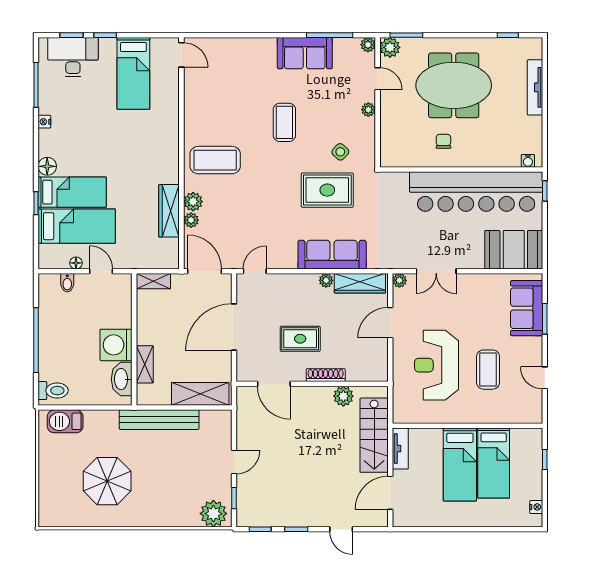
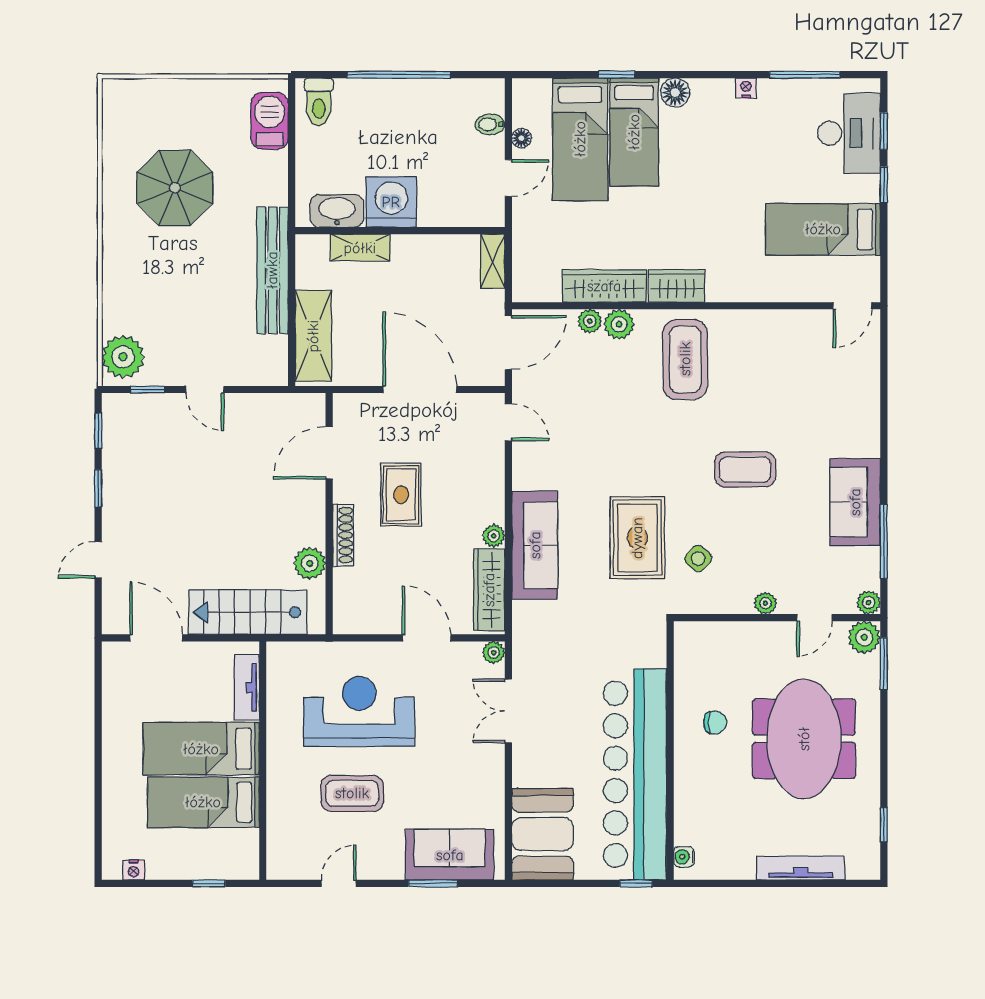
wardrobe: (169, 165) -> (677, 286), added
tv unit: (400, 449) -> (247, 687), moved, turned 90

